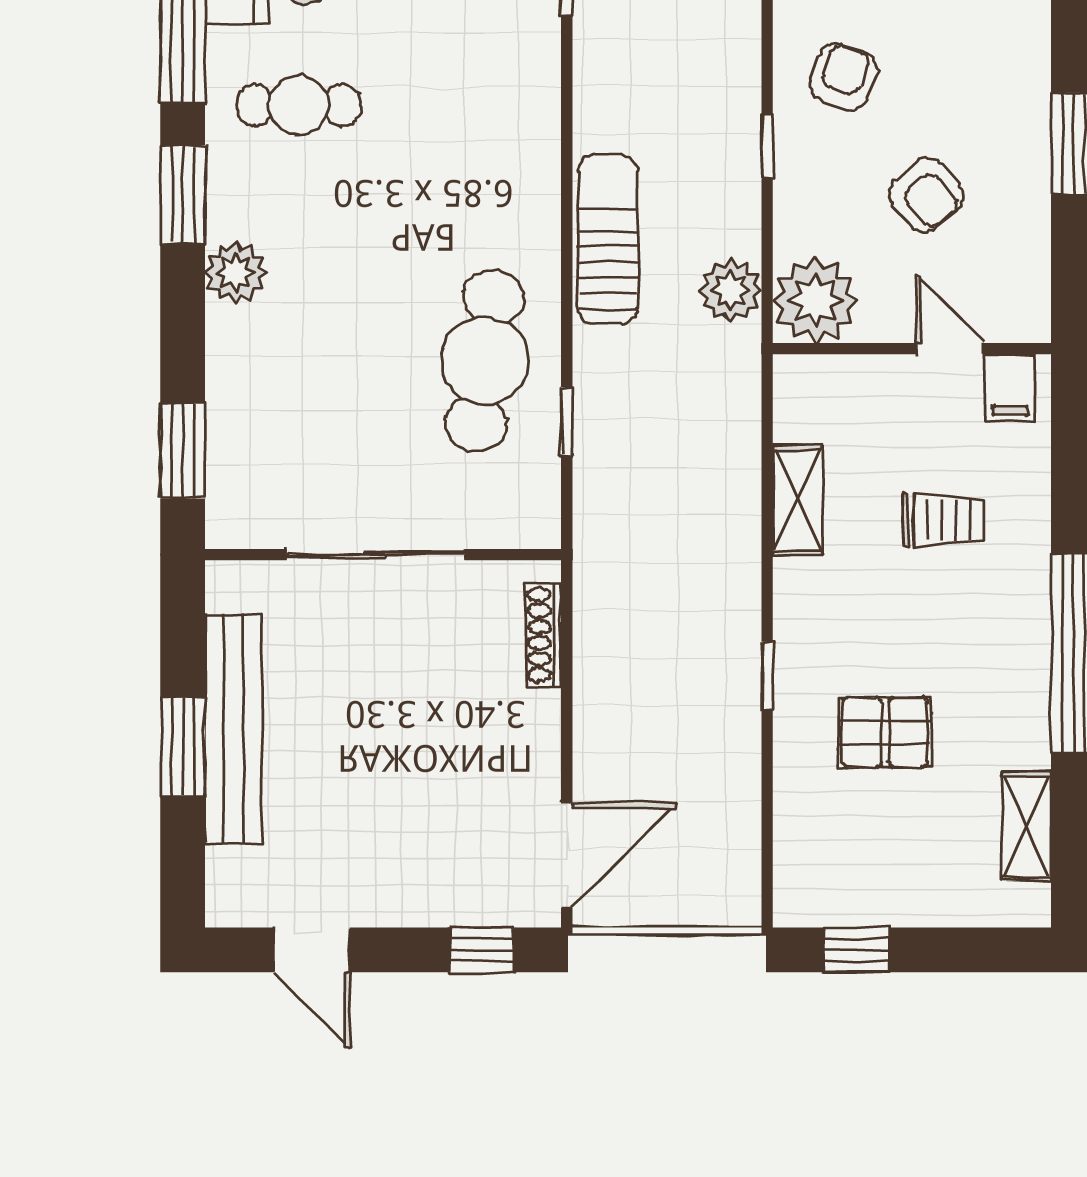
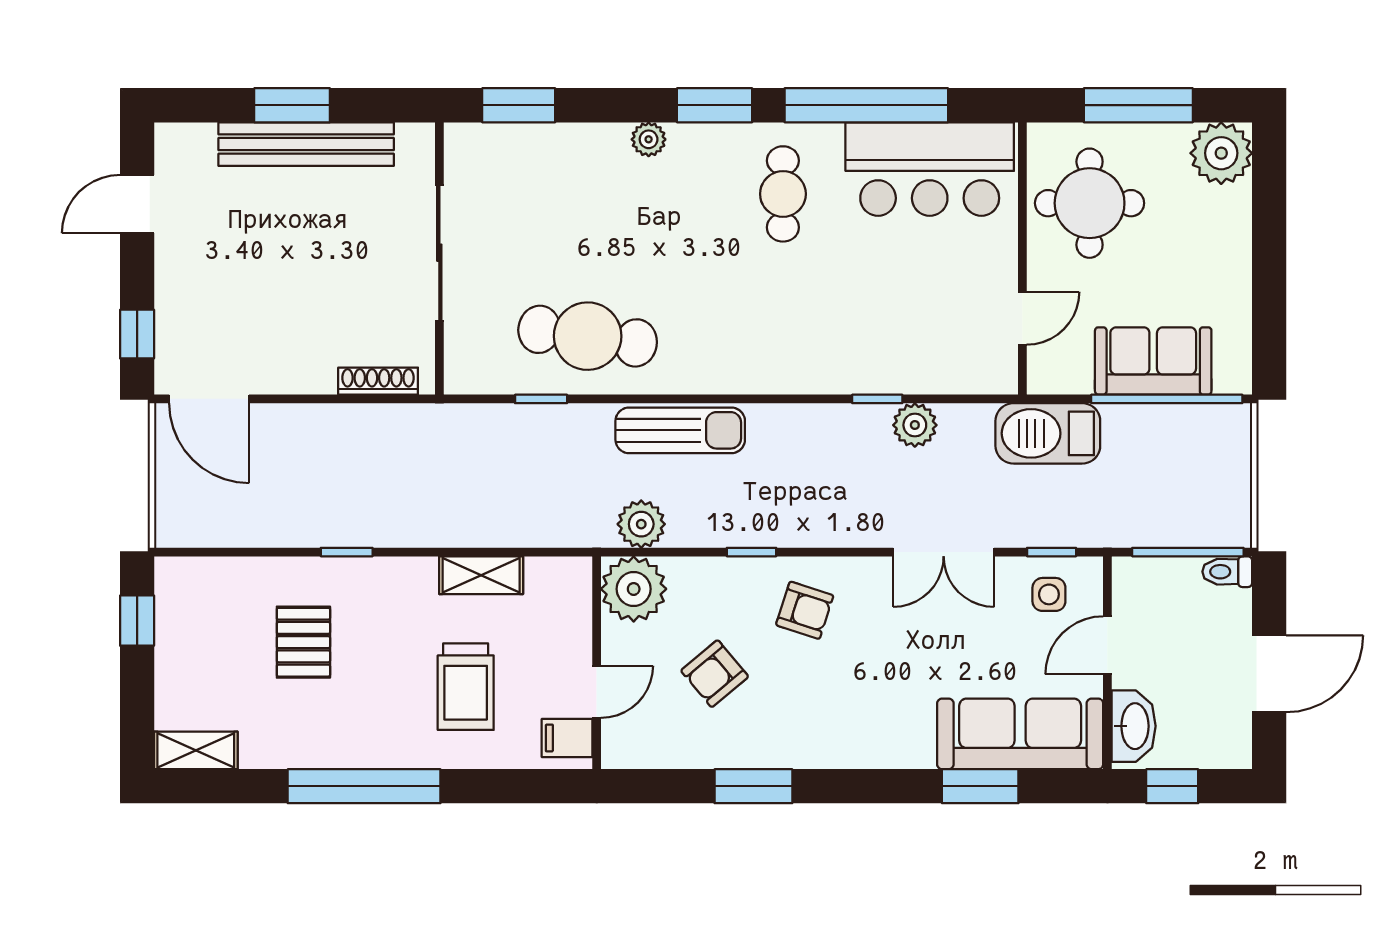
plant: (236, 273) -> (649, 139), width x0.73, depth x0.73
trolley: (943, 520) -> (466, 687), width x1.36, depth x1.39
shelving: (1026, 826) -> (196, 750), moved

